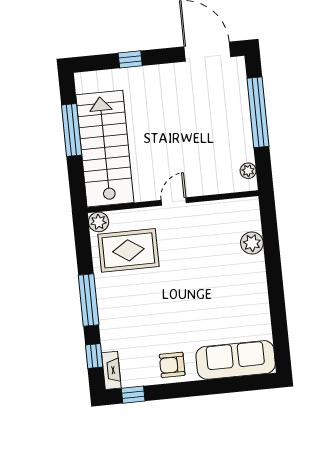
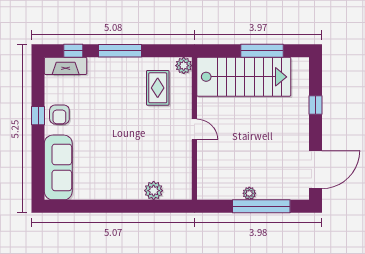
plant: (248, 171) -> (249, 193), moved
rug: (128, 250) -> (158, 88), width x0.73, depth x0.70
armchair: (172, 365) -> (59, 115), turned 180
fireplace: (111, 370) -> (66, 66), width x1.37, depth x1.32
window: (133, 395) -> (38, 116), moved

